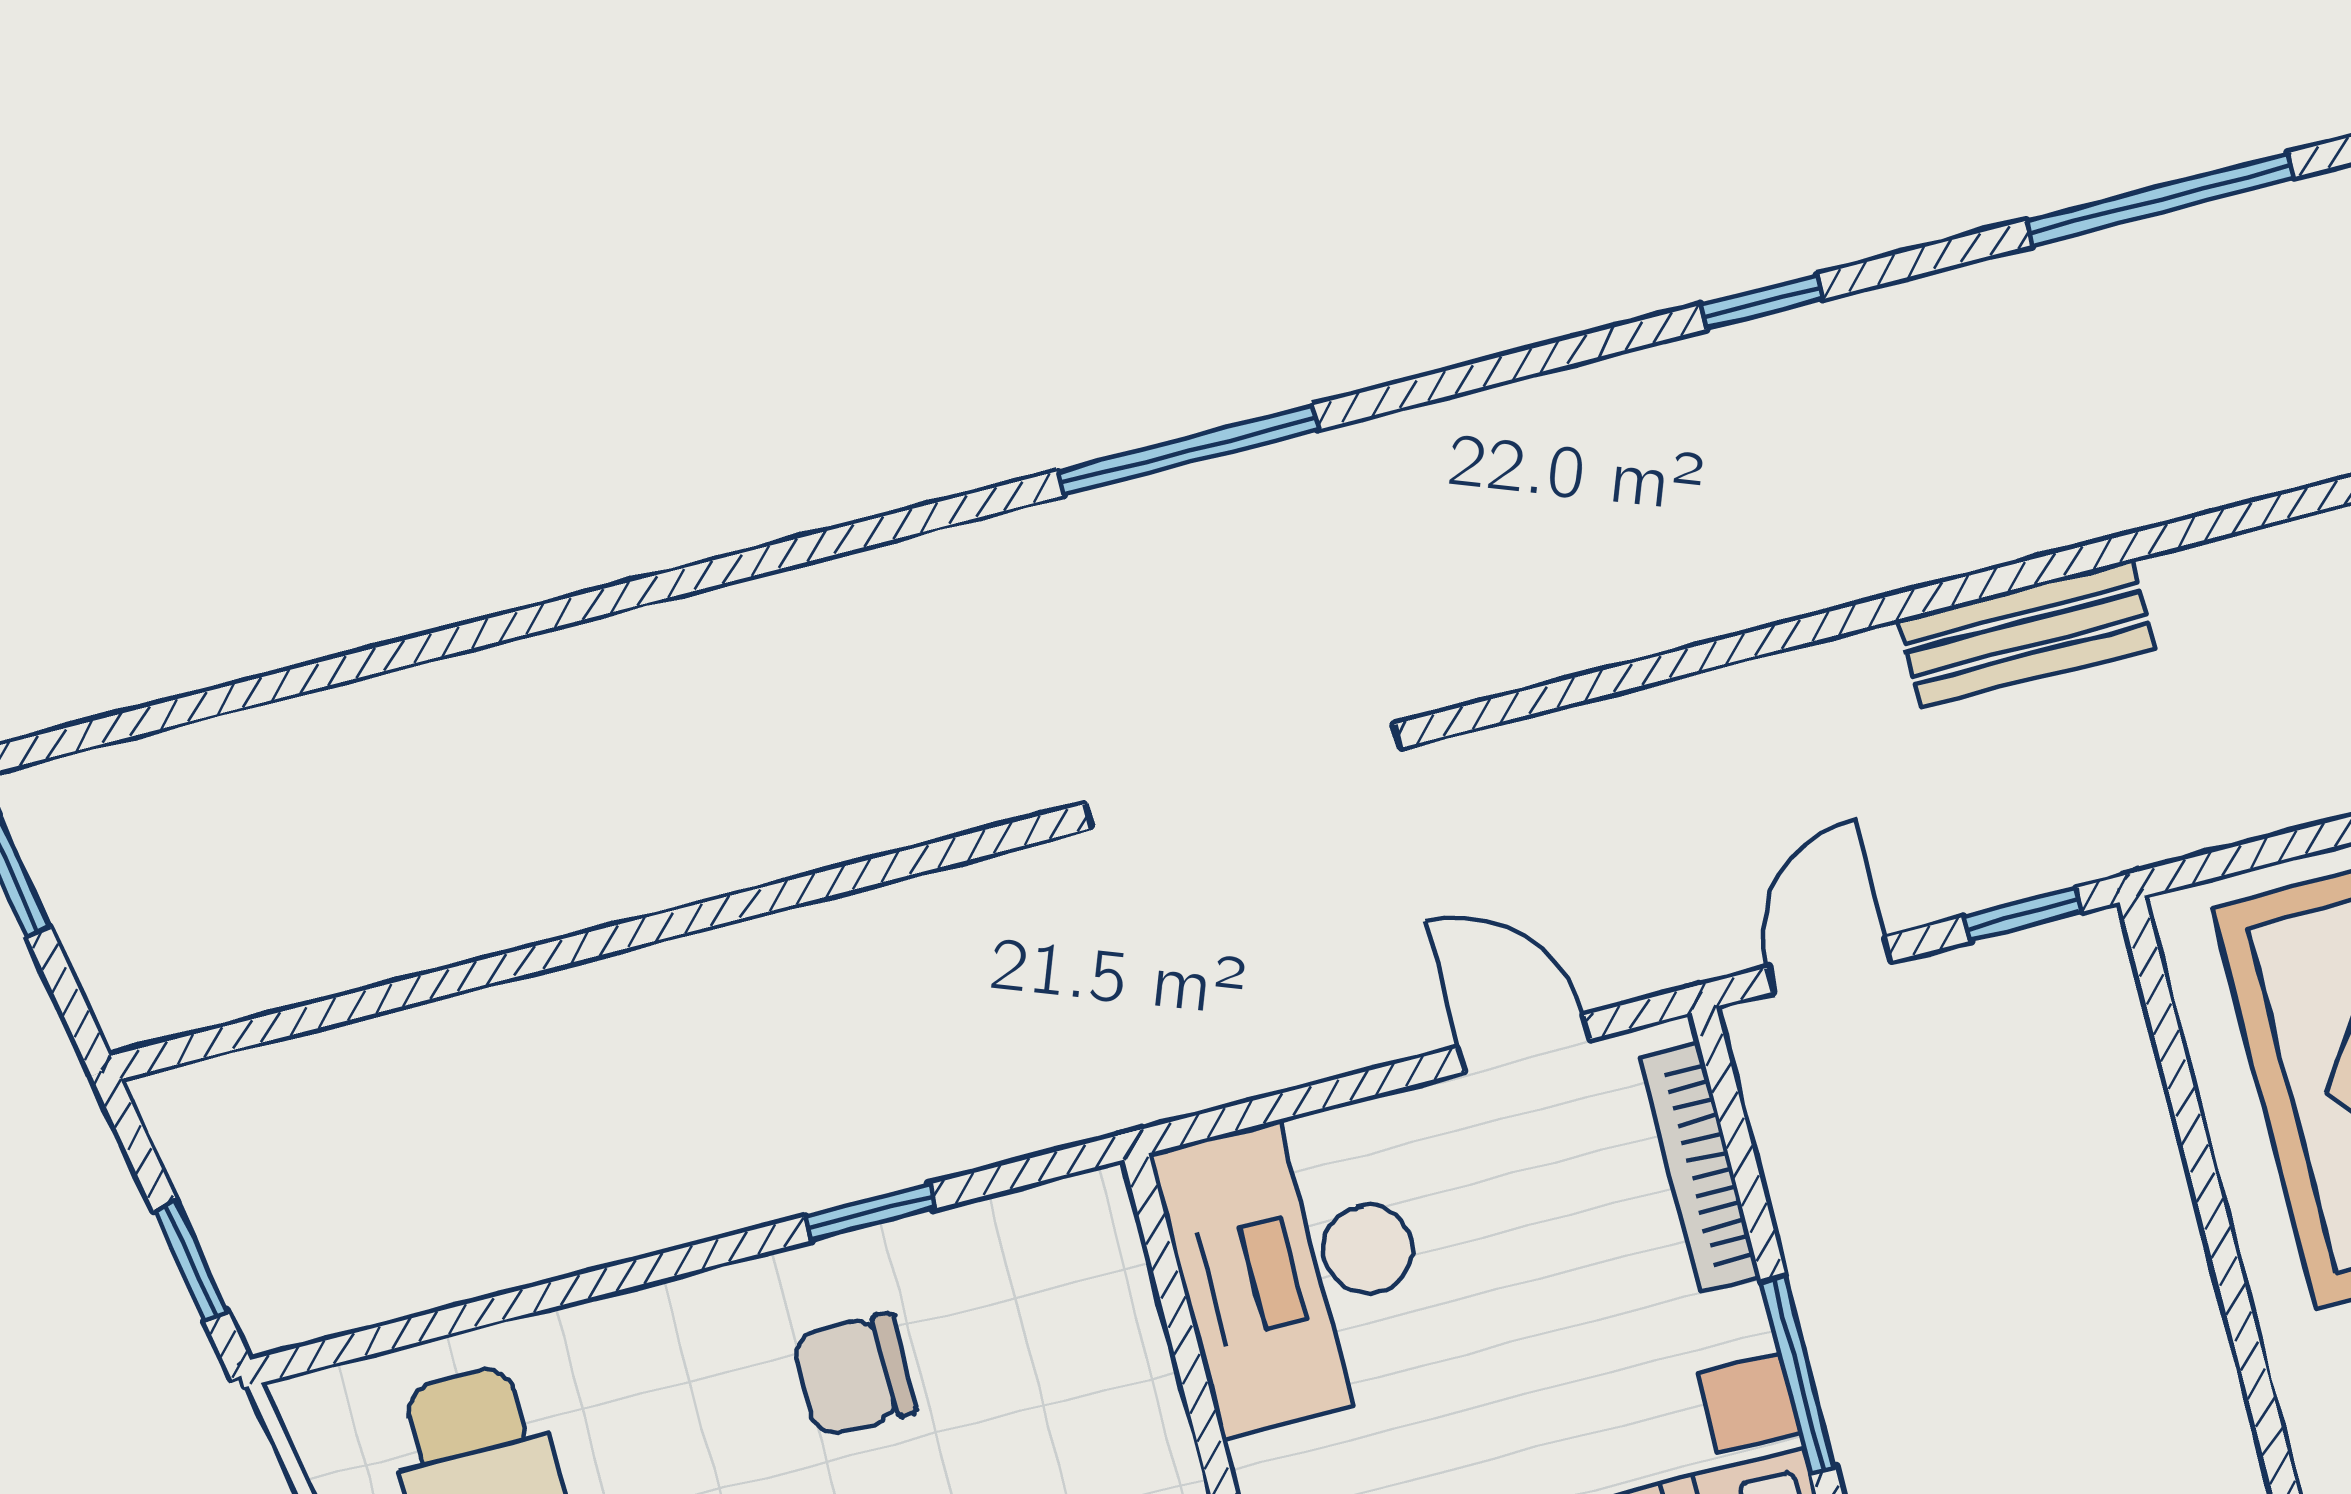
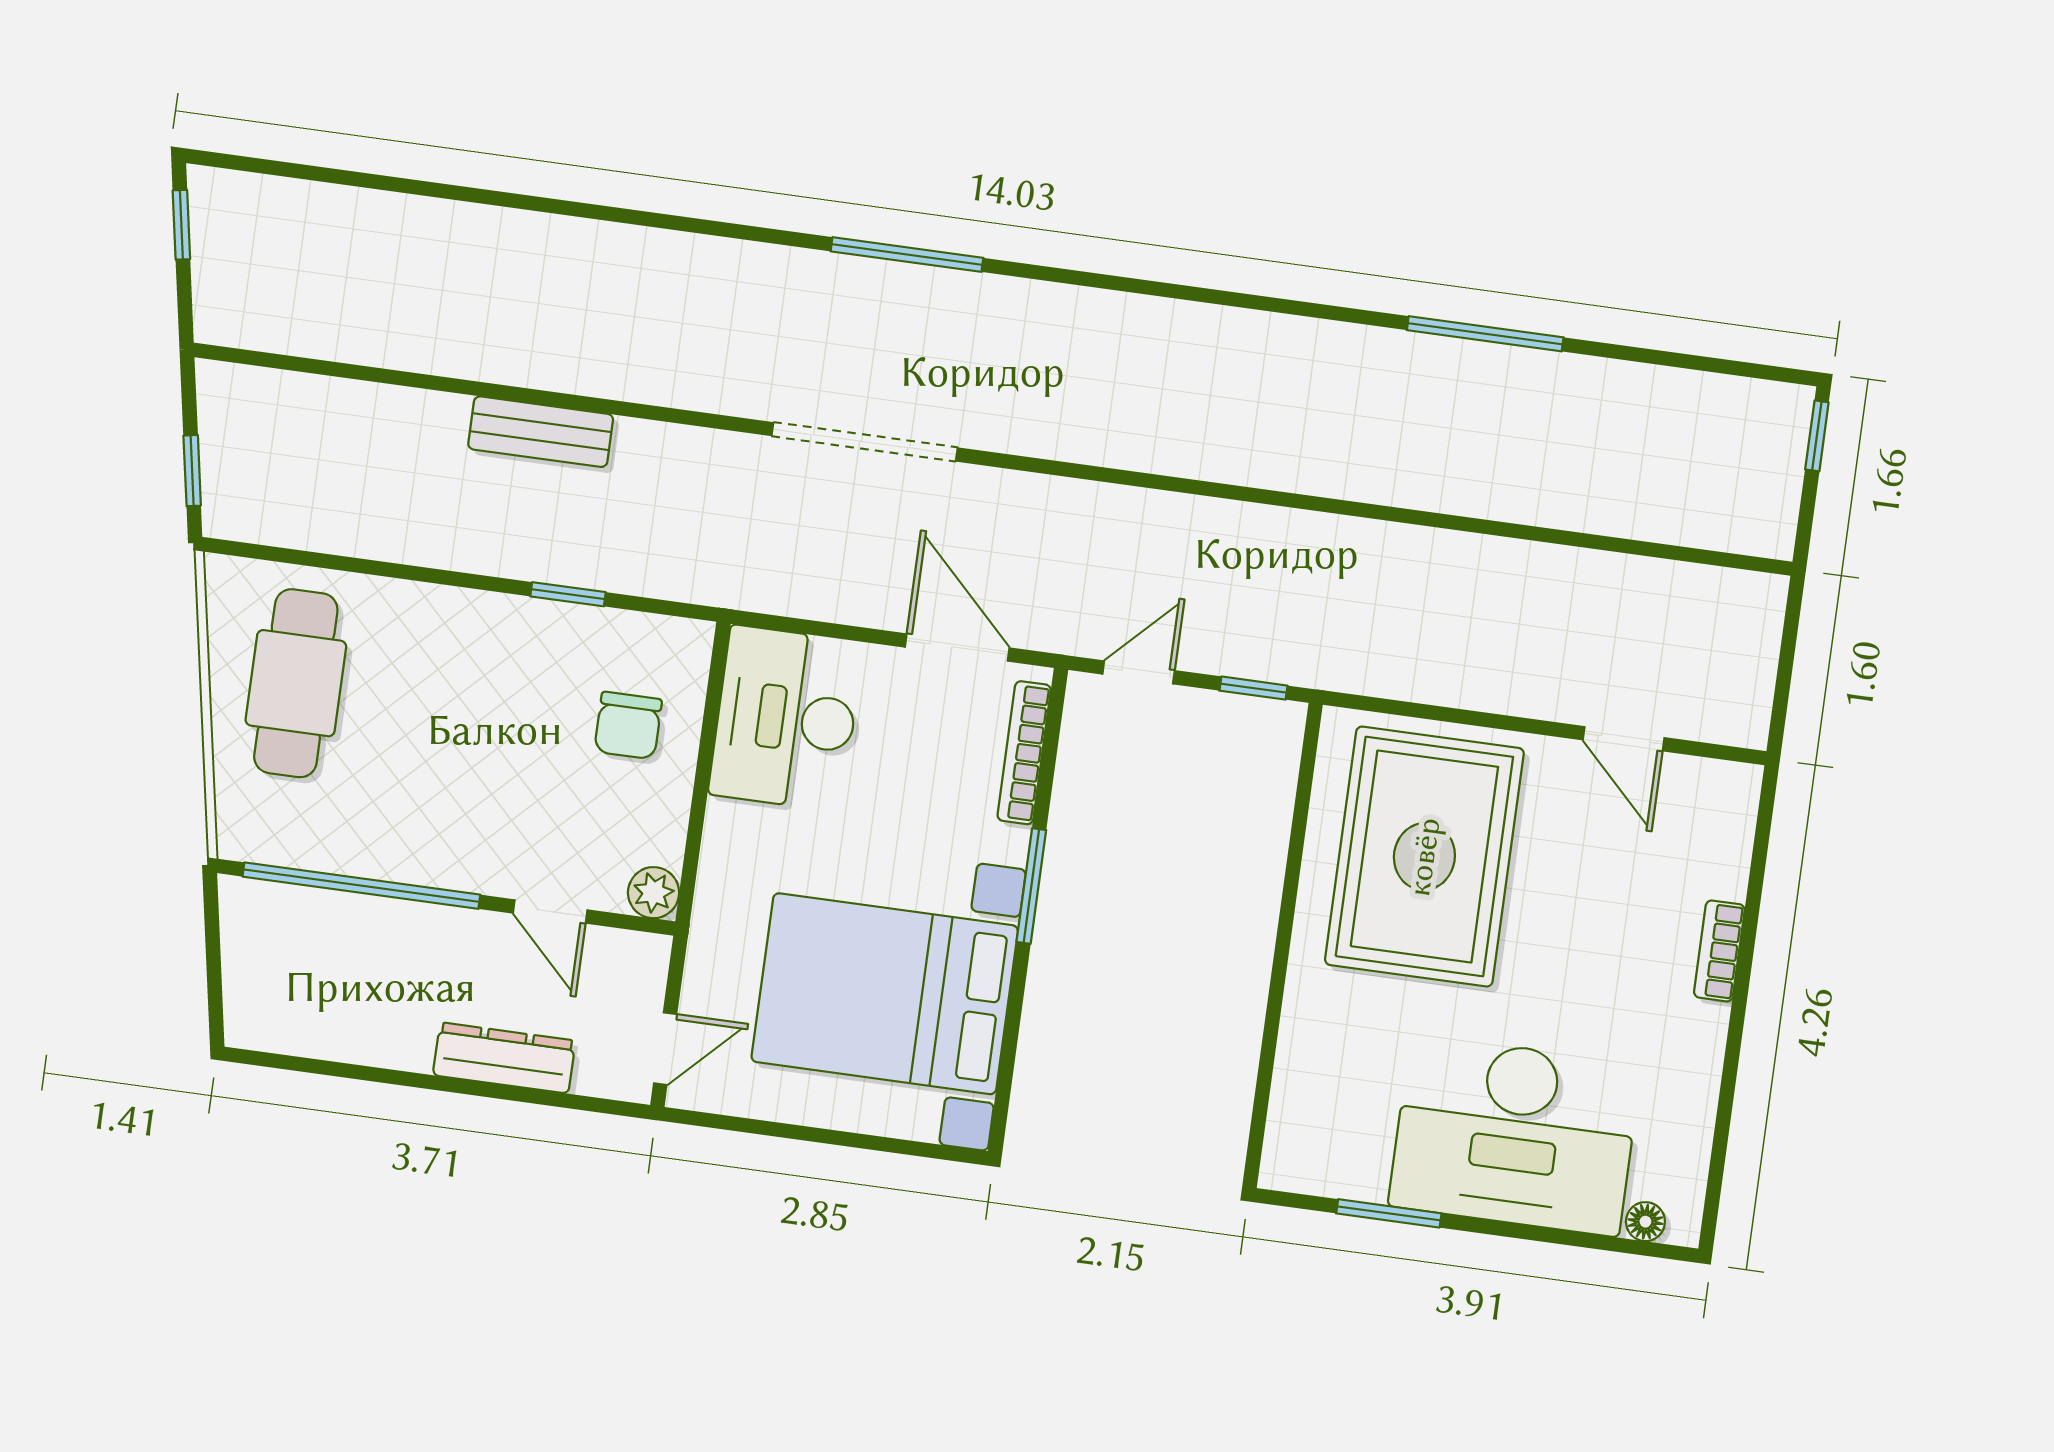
window: (1762, 302) -> (1248, 301), removed
bench: (2026, 634) -> (541, 432), moved
door: (1524, 1043) -> (957, 648), width x1.38
chair: (854, 1374) -> (628, 725), moved, turned -90

